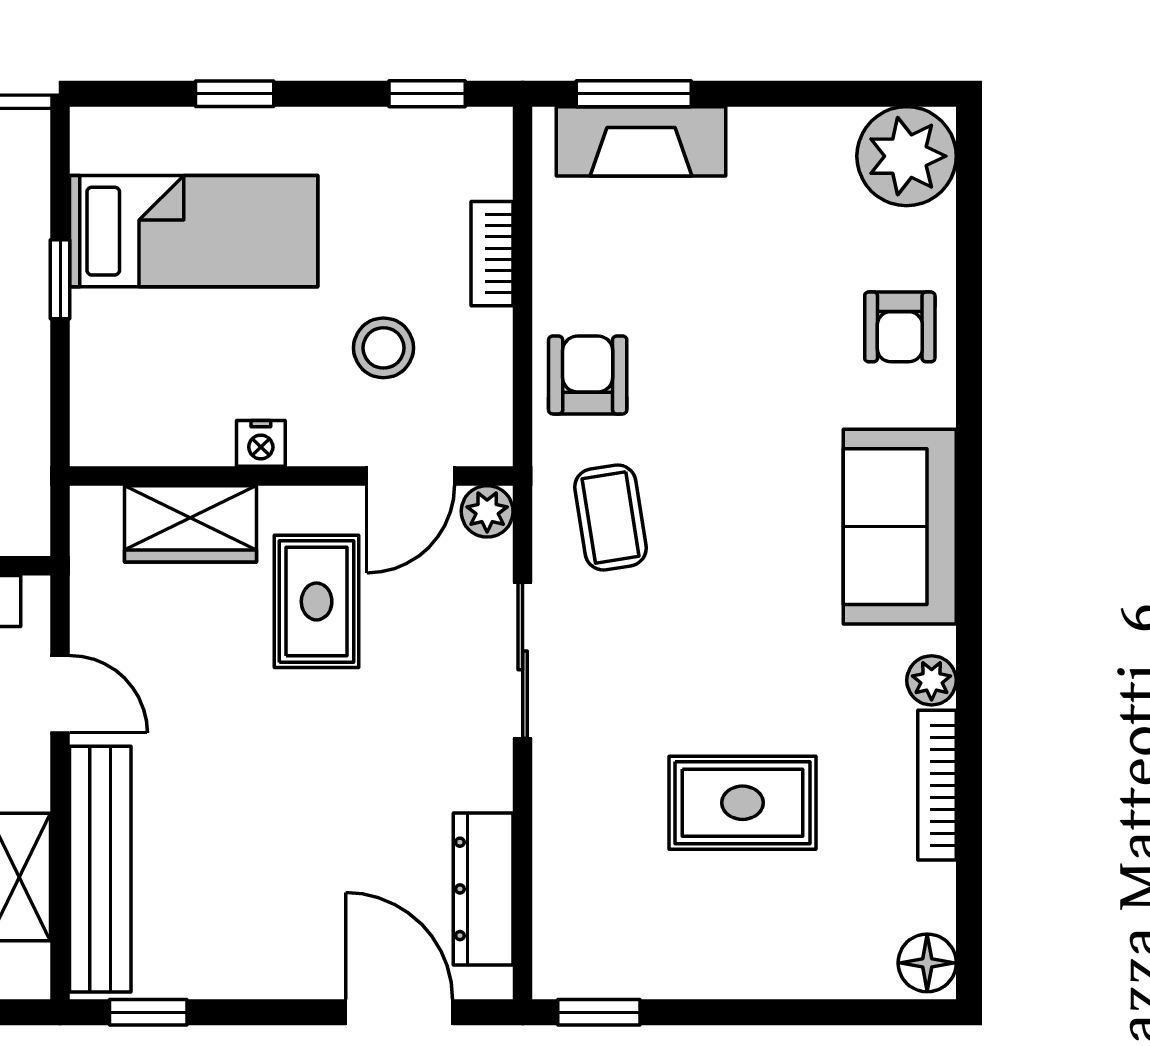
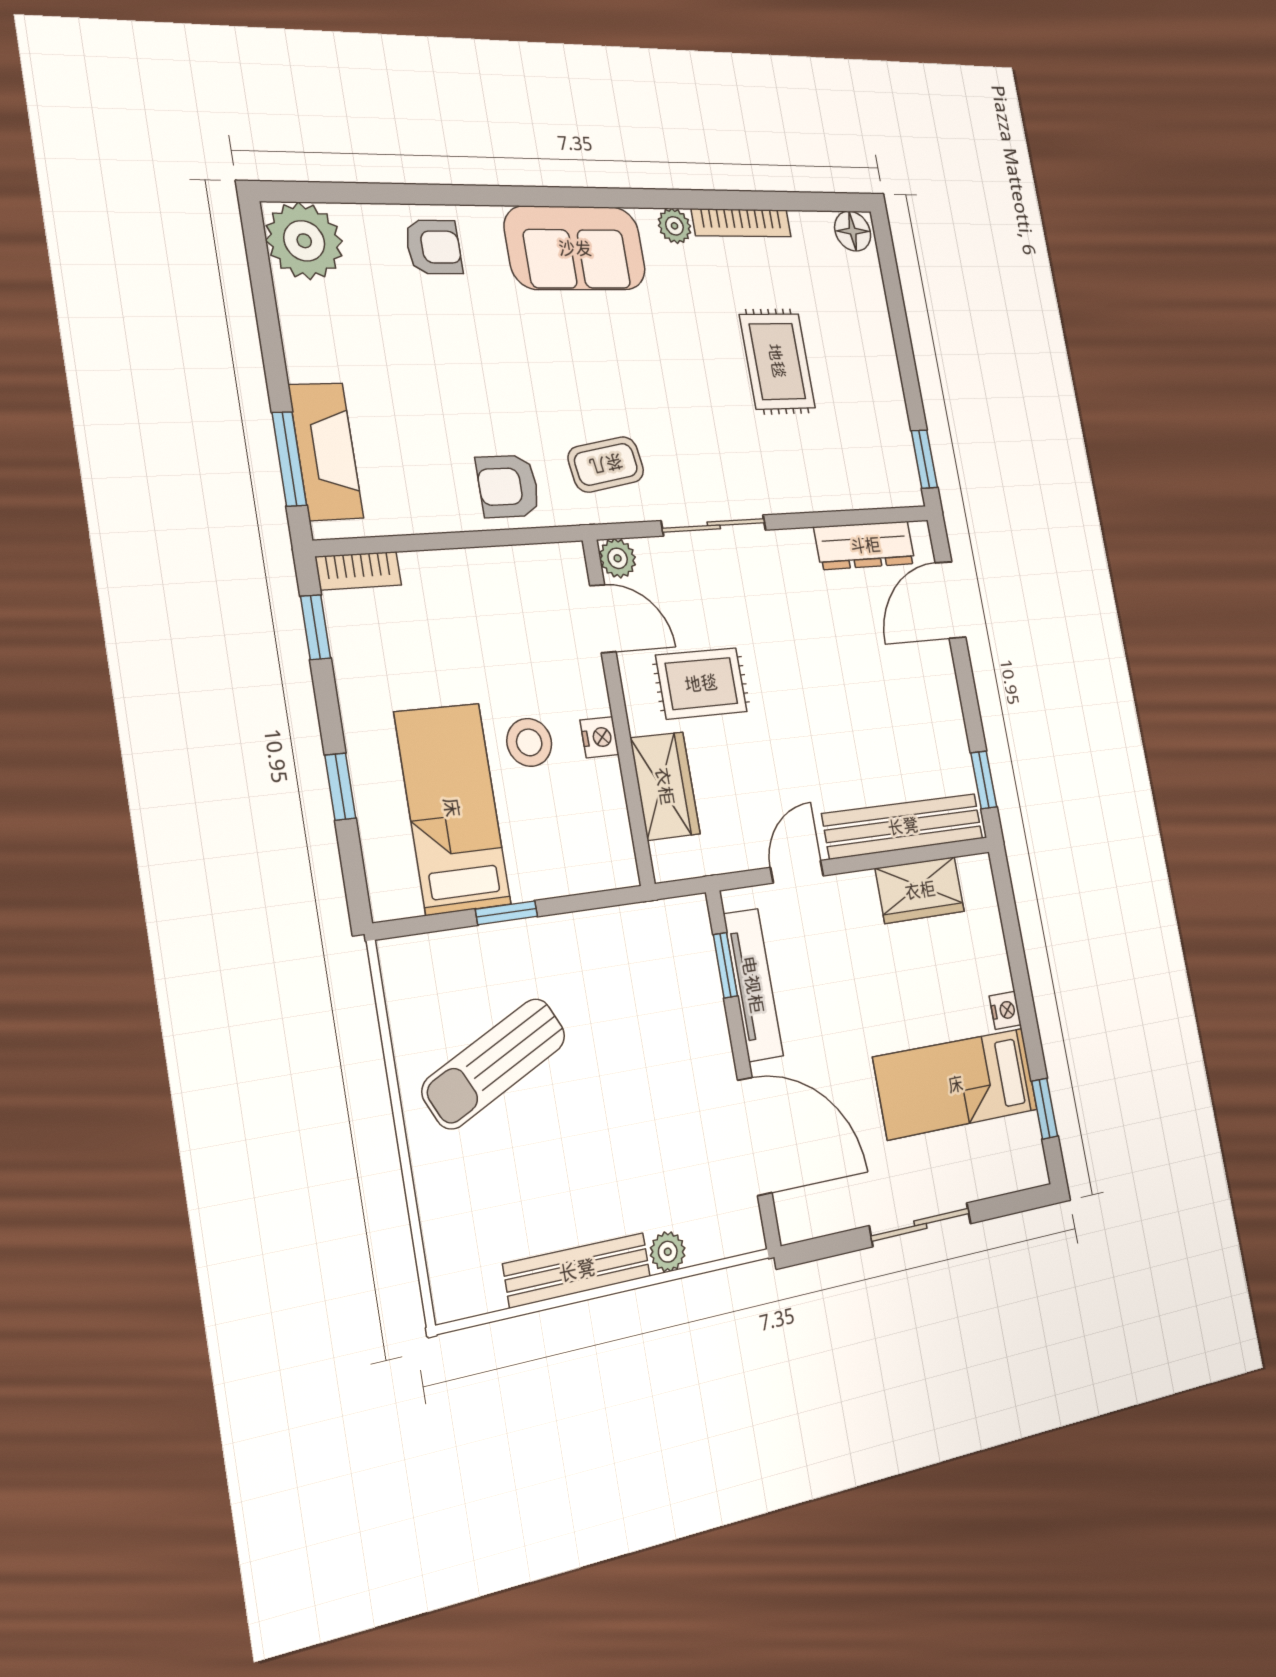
bookcase: (492, 254) -> (358, 571), moved
stool: (383, 348) -> (529, 742), moved

